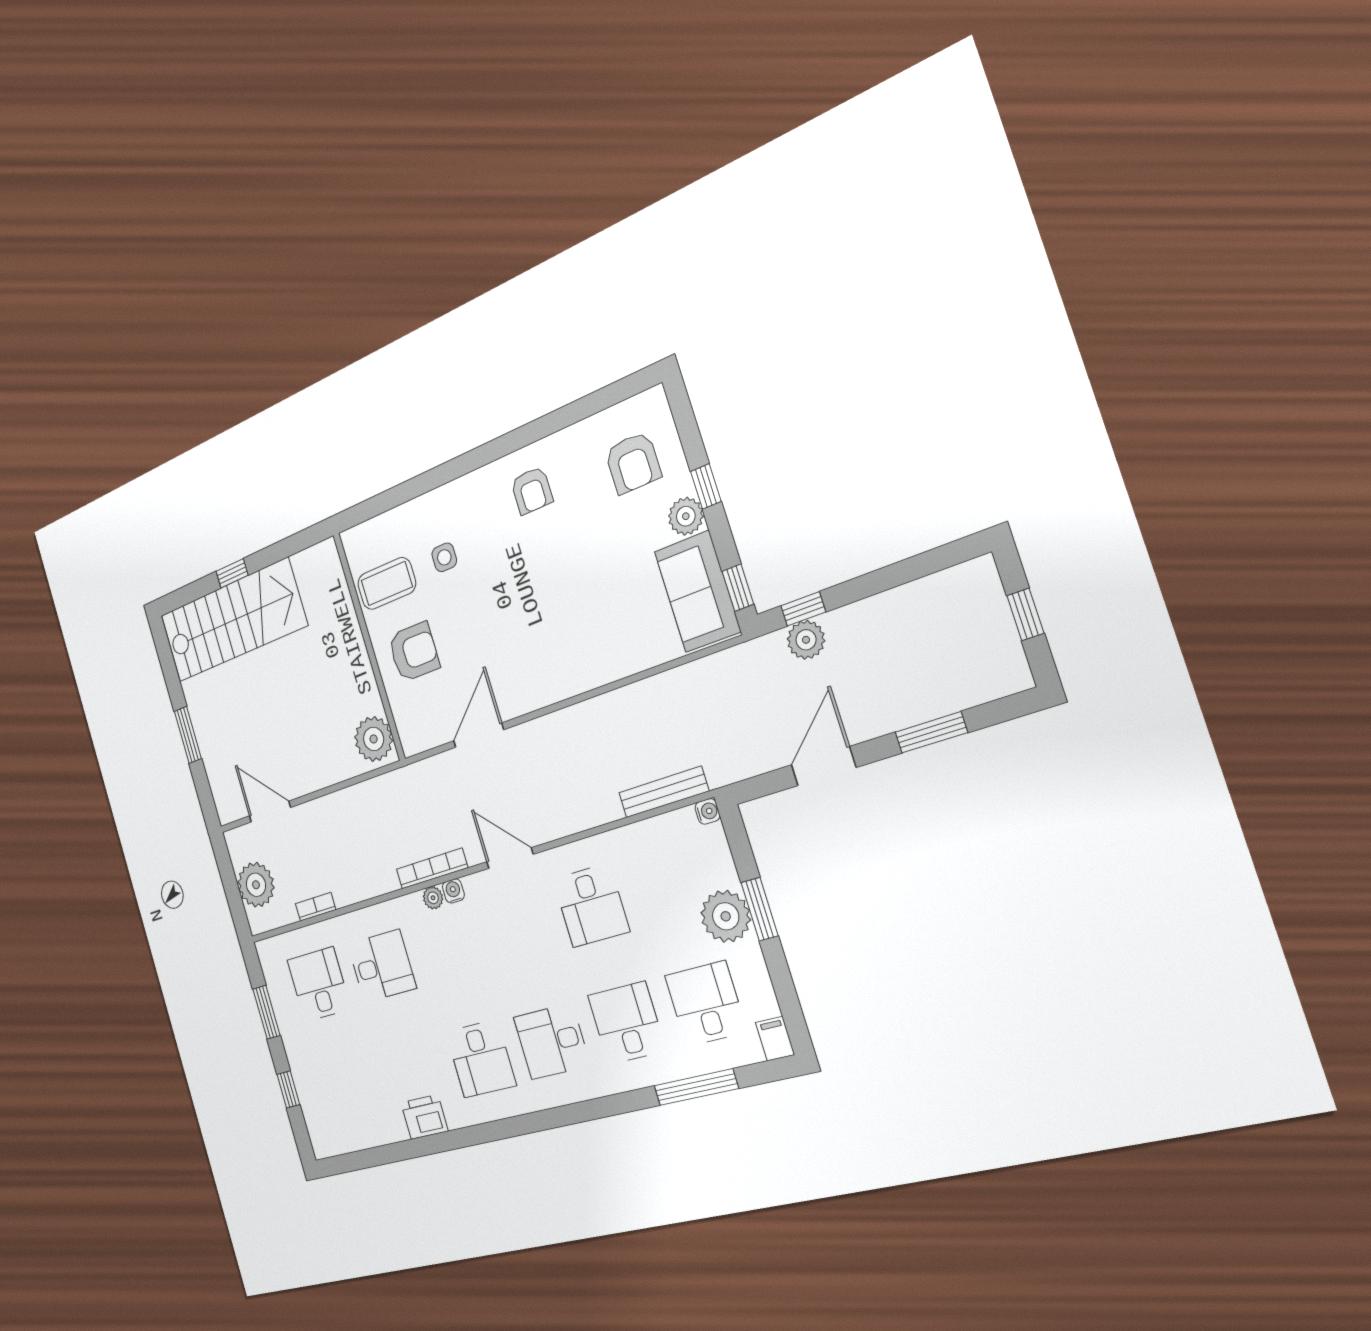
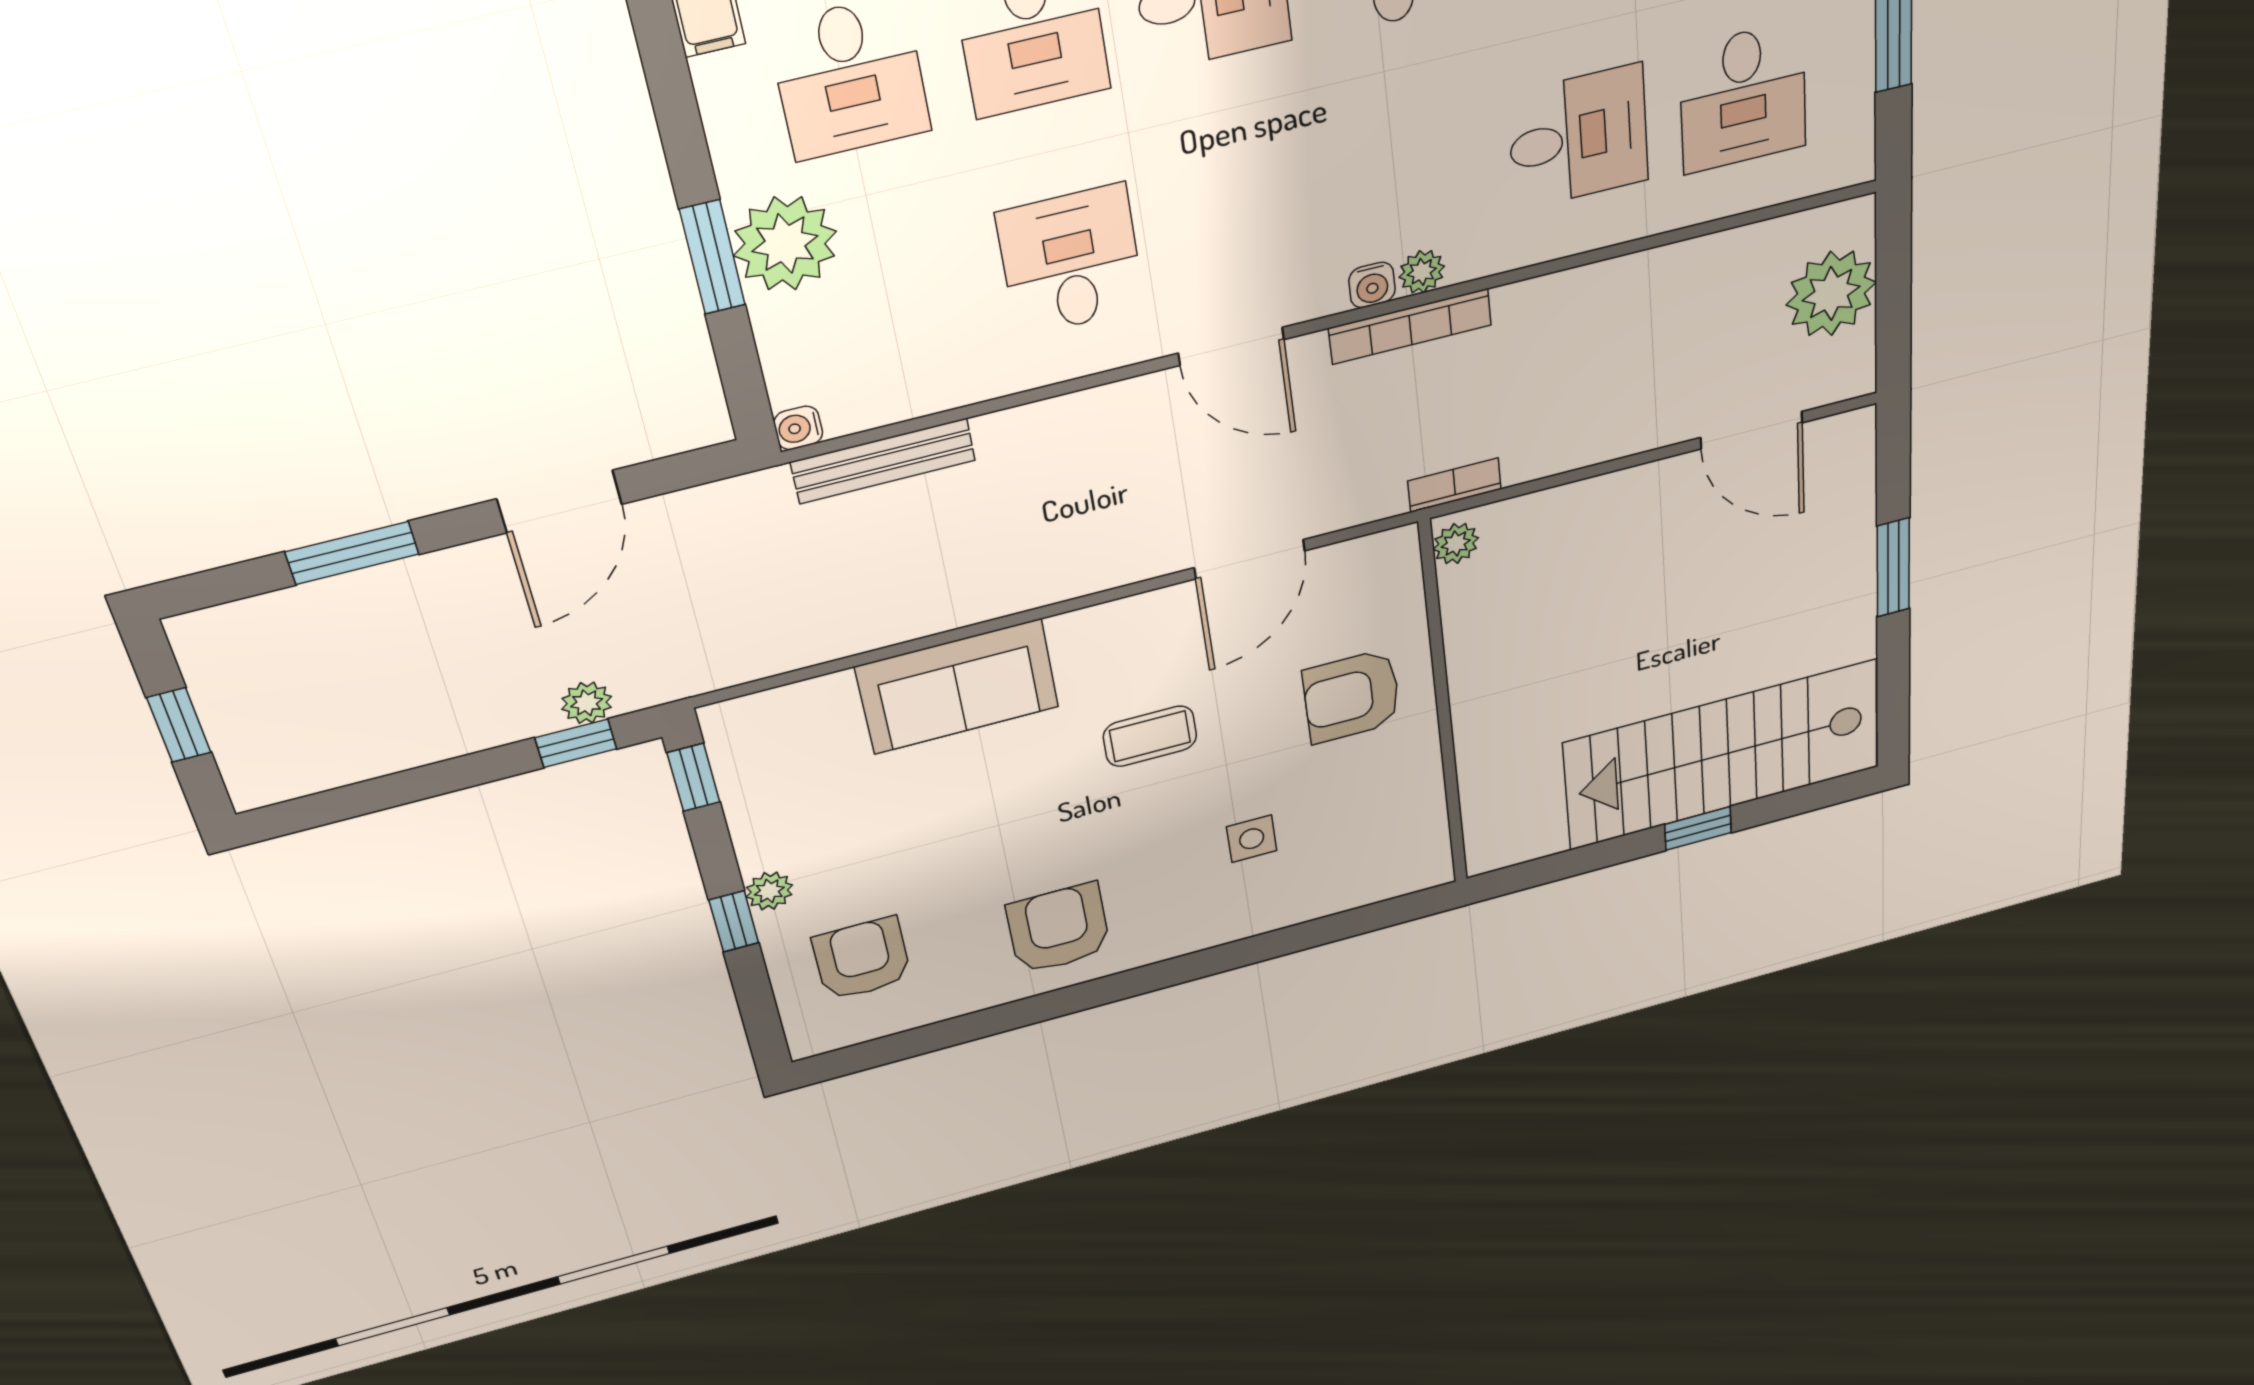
armchair: (532, 490) -> (1058, 929), width x1.38, depth x1.38
plant: (686, 516) -> (769, 891), width x0.73, depth x0.73
coffee table: (387, 584) -> (1150, 736), moved, width x0.73, depth x0.77
sofa: (697, 591) -> (957, 687), moved, turned 90
plant: (806, 640) -> (587, 703), width x0.73, depth x0.73
plant: (374, 739) -> (1456, 544), width x0.53, depth x0.53
bookcase: (316, 907) -> (1455, 485), moved, turned 180
desk: (382, 966) -> (1578, 137), turned 180

